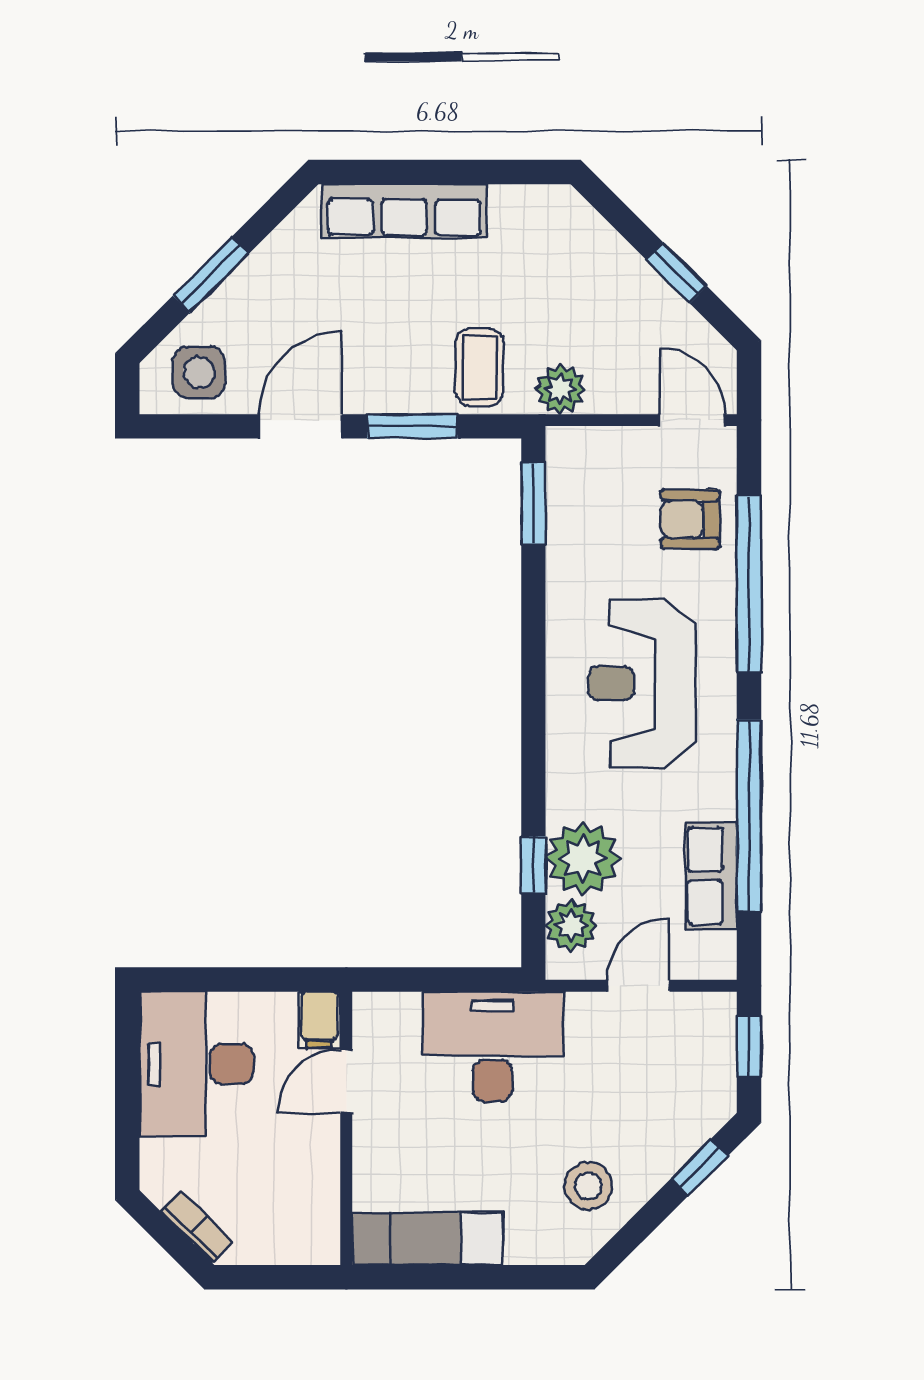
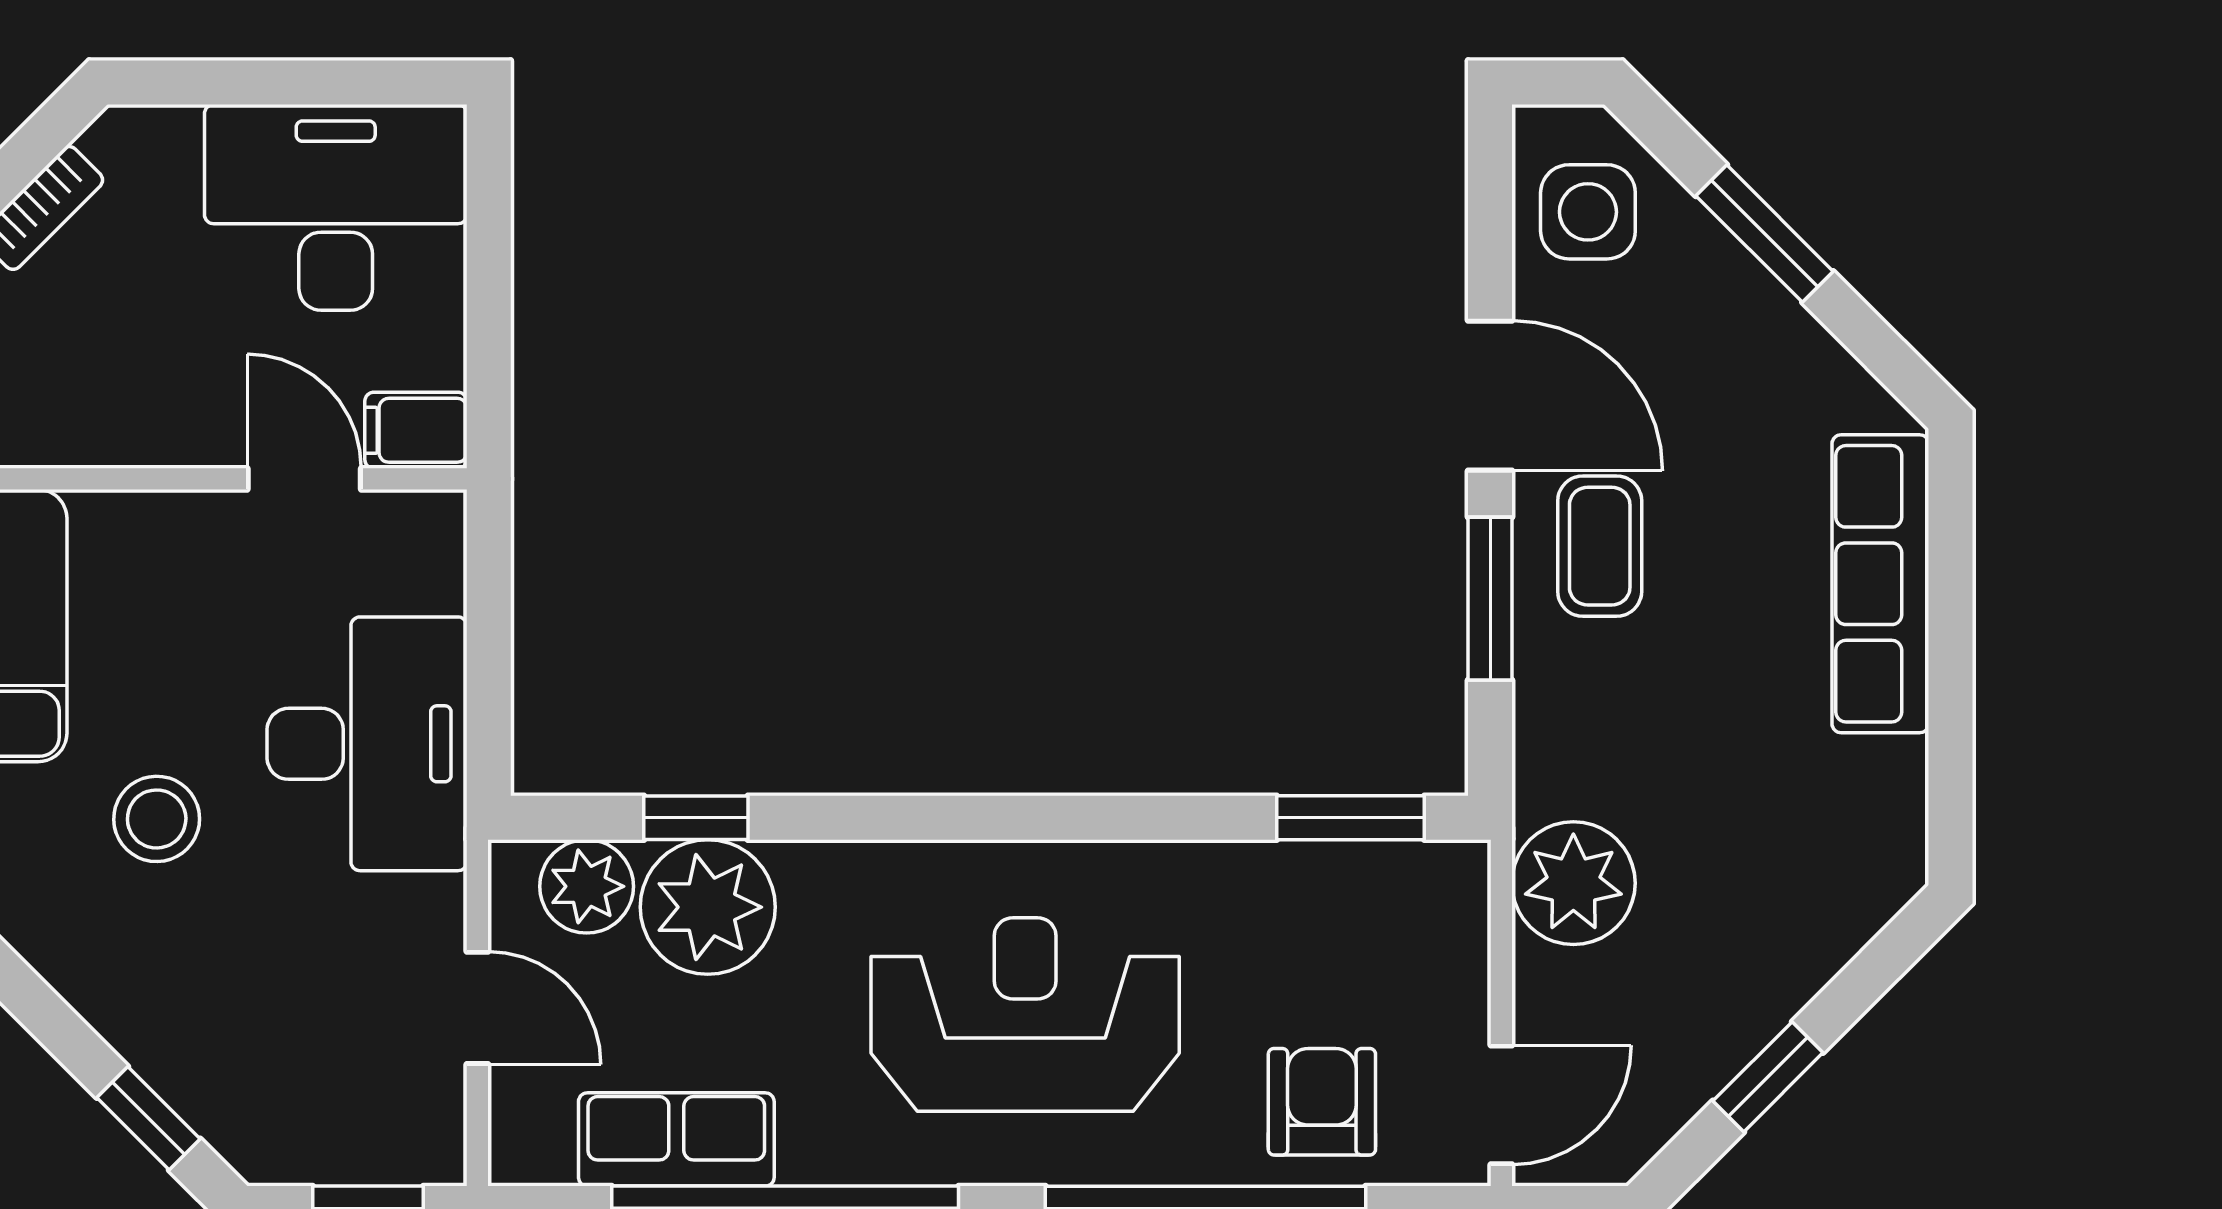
coffee table: (479, 367) -> (1600, 546), moved, turned 90
plant: (560, 389) -> (1573, 883), width x1.36, depth x1.36
stool: (588, 1186) -> (157, 819), moved

